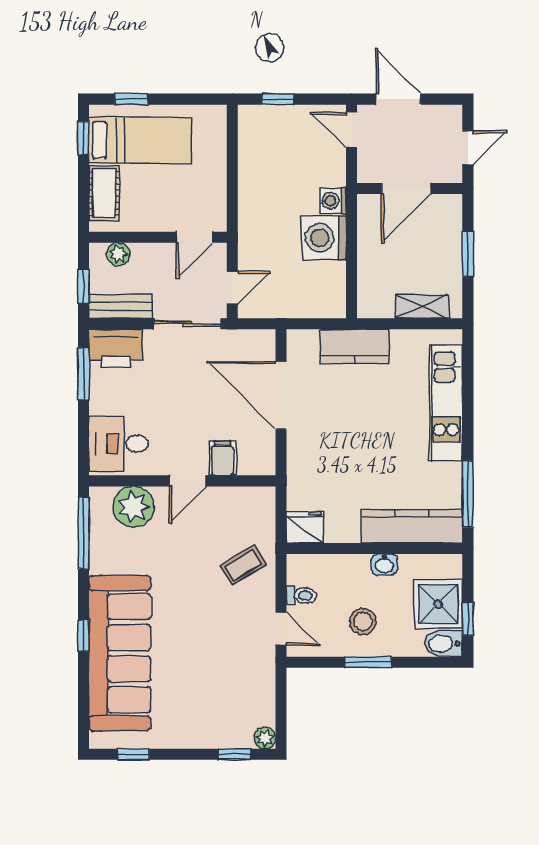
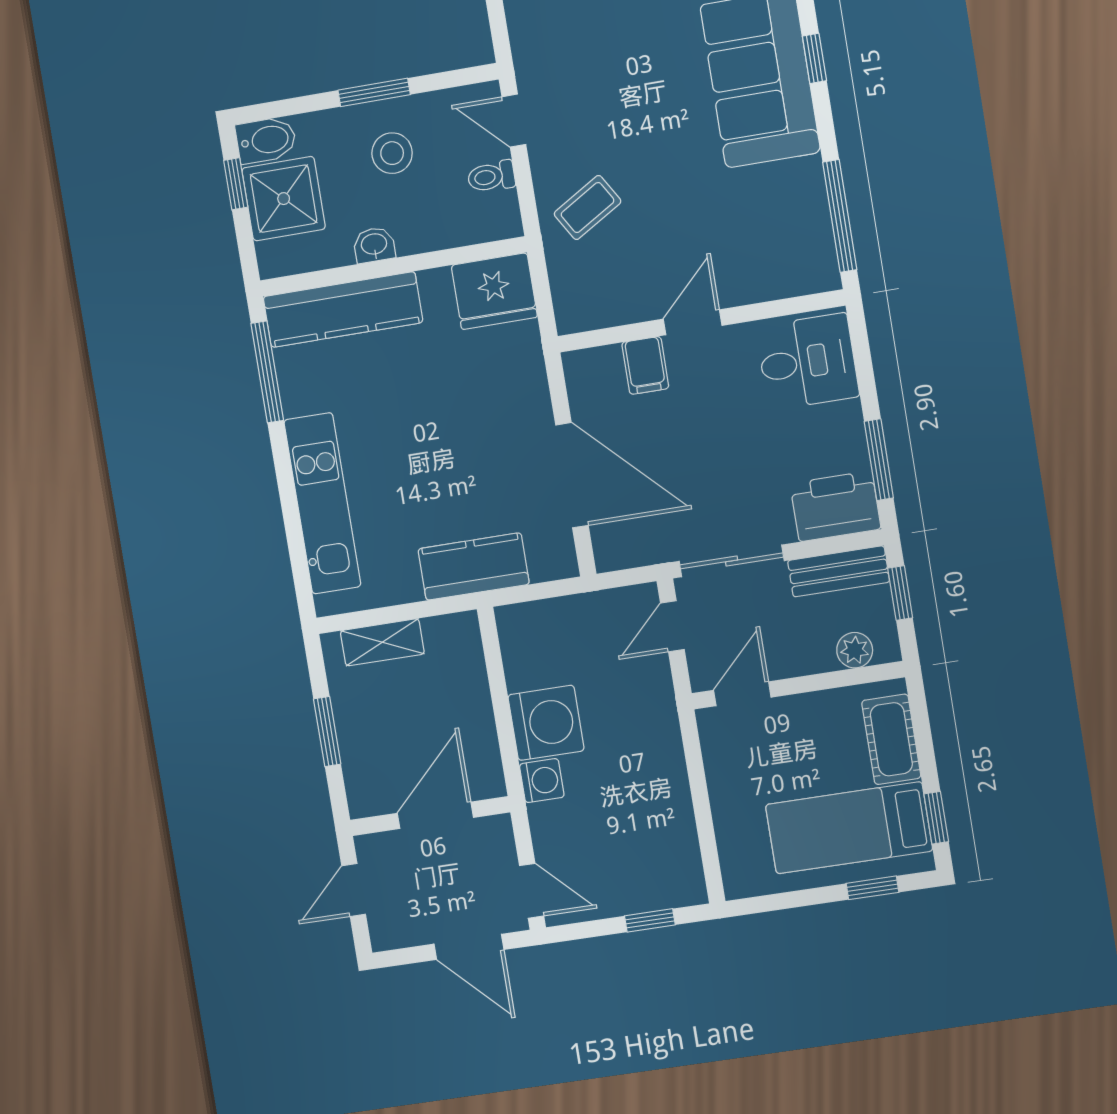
plant: (134, 507) -> (769, 269), removed
fridge: (305, 527) -> (494, 291), width x1.36, depth x1.34

